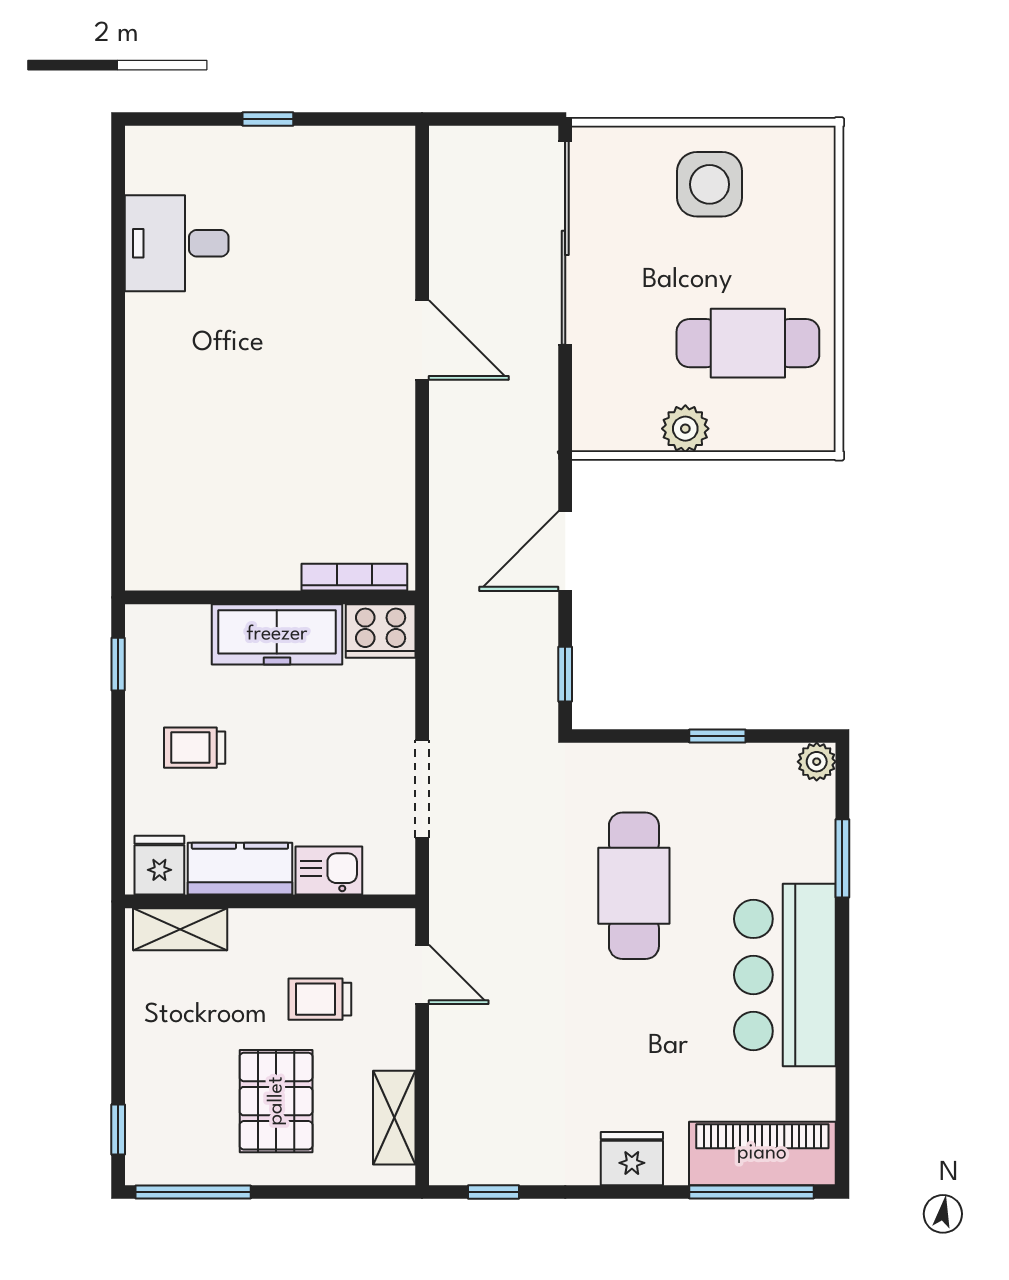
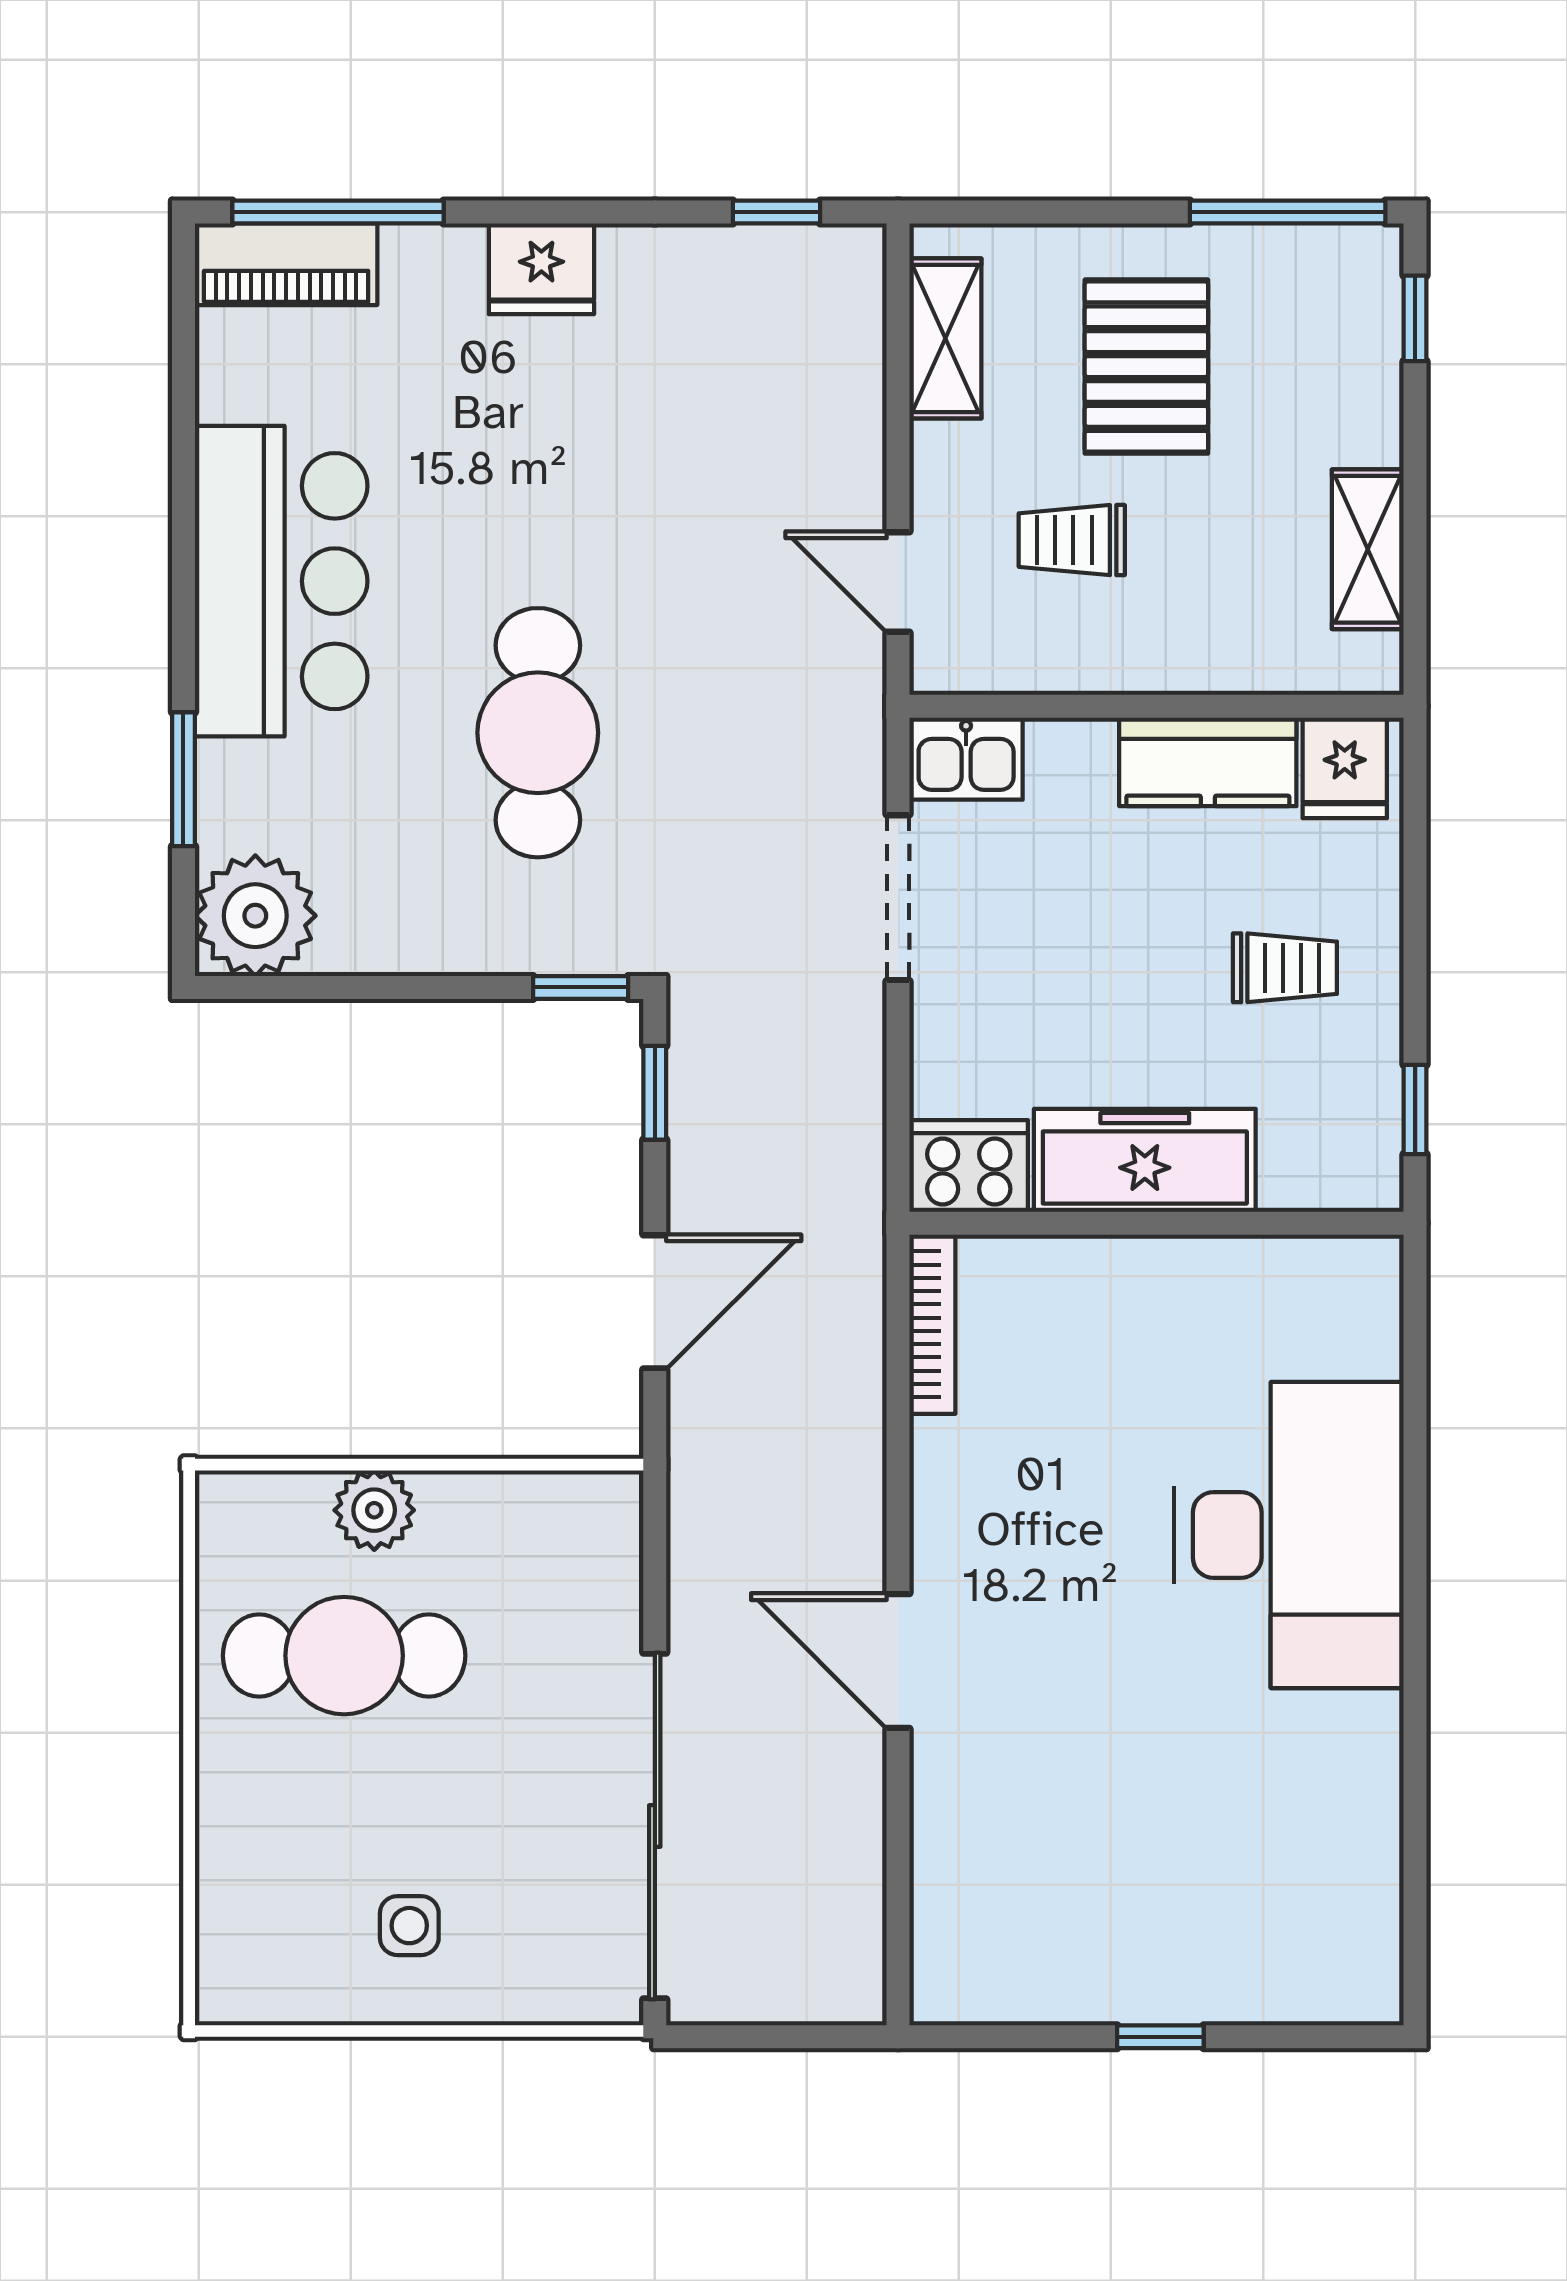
side table: (710, 184) -> (409, 1926), width x0.54, depth x0.54
desk: (177, 243) -> (1289, 1535), moved, width x1.87, depth x1.30
plant: (685, 429) -> (374, 1510), moved
bookcase: (354, 577) -> (932, 1324), moved, turned -90
window: (717, 736) -> (581, 987), moved
plant: (817, 762) -> (255, 916), width x1.88, depth x1.88
kitchen sink: (329, 871) -> (966, 759), moved
shelving: (180, 929) -> (1368, 549), moved, turned 90
trolley: (320, 999) -> (1072, 540), turned 180
piano: (762, 1153) -> (286, 264), width x0.73, depth x0.75

